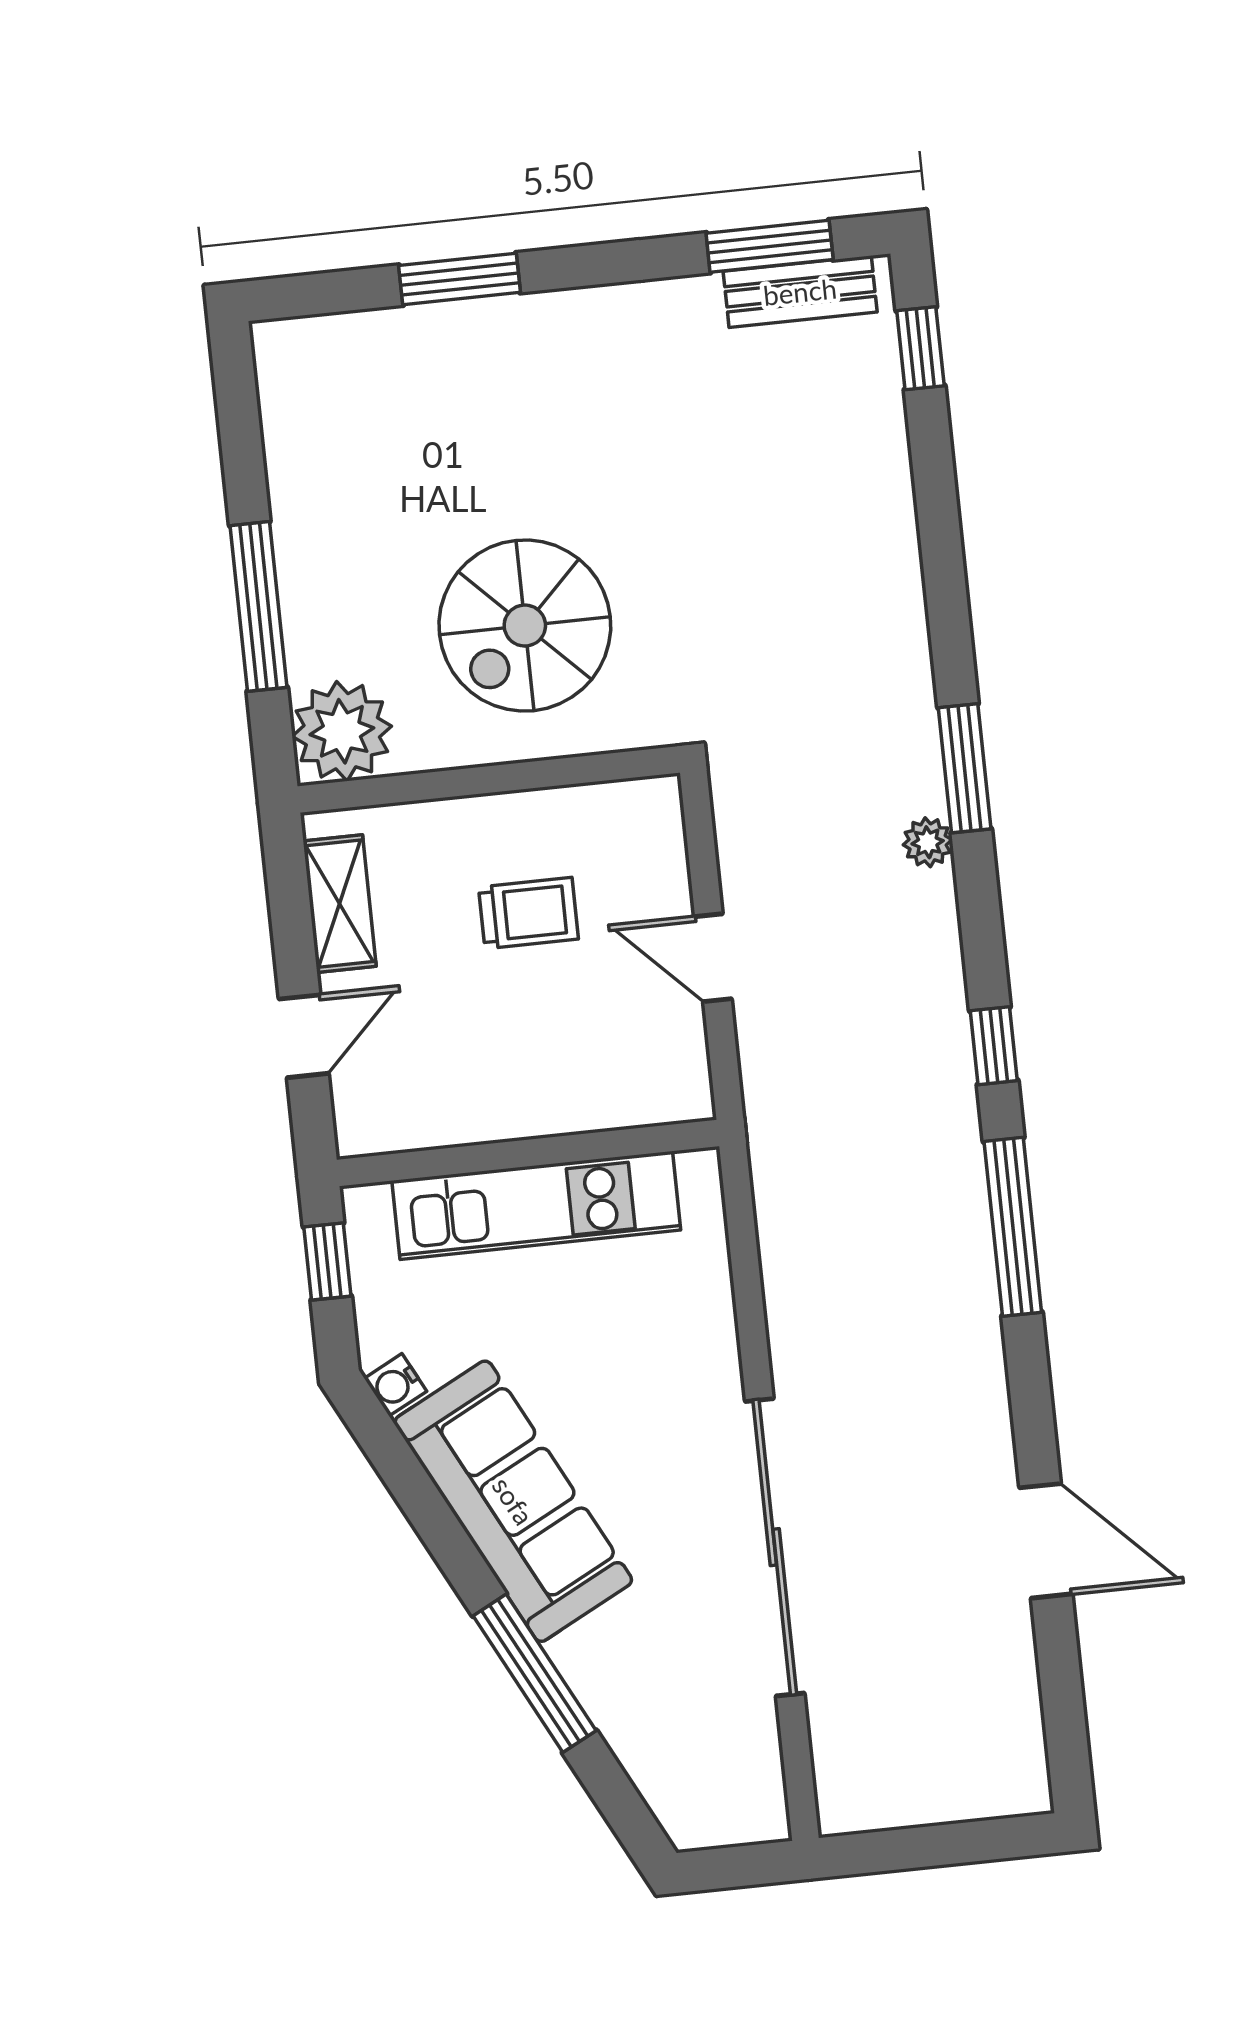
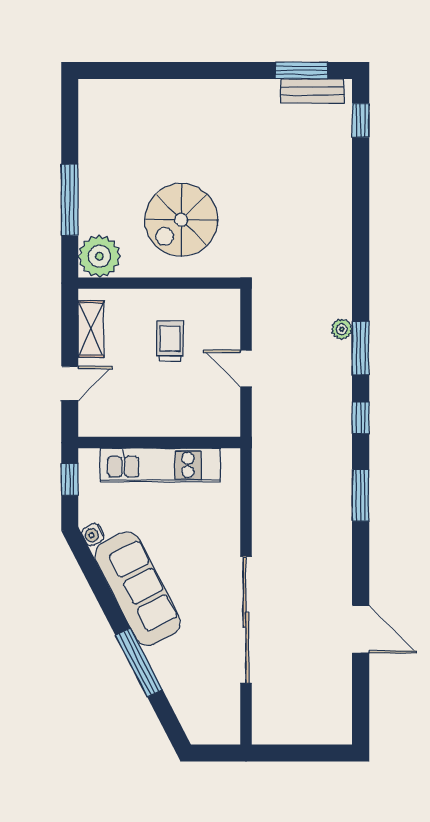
window: (460, 279) -> (169, 71), removed
window: (965, 768) -> (361, 348), moved
trolley: (528, 913) -> (170, 341), turned -90
window: (1013, 1227) -> (361, 495), width x0.69

